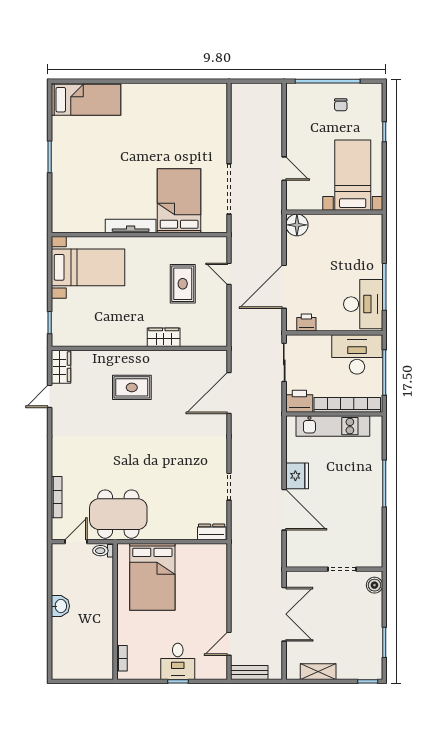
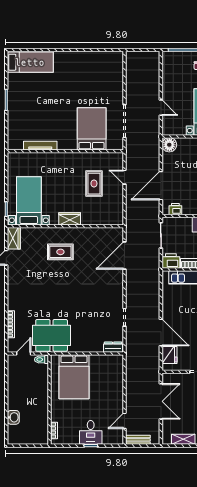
tv unit: (131, 226) -> (40, 146), moved
bed with nightstands: (88, 267) -> (29, 201), moved, turned -90
wardrobe: (164, 337) -> (70, 219), moved
fridge: (297, 476) -> (169, 355), moved
washbasin: (60, 606) -> (13, 417), moved

